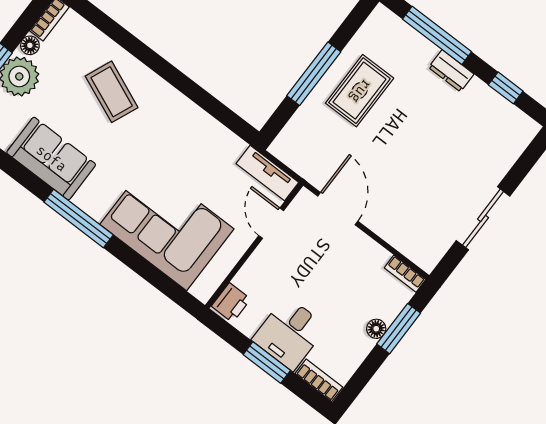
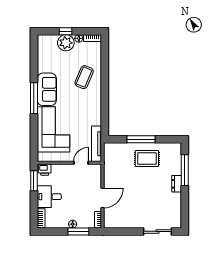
window: (506, 88) -> (185, 206), removed
sofa: (51, 159) -> (47, 89), moved
tv unit: (267, 173) -> (97, 144), width x1.41
door: (338, 209) -> (103, 198), moved
sliding door: (483, 218) -> (157, 231), moved
window: (267, 362) -> (34, 181), moved

